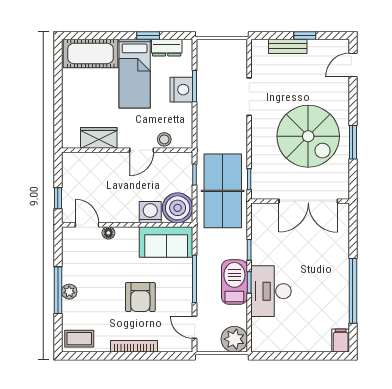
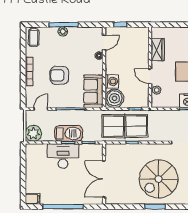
wall: (300, 201) -> (104, 174), moved
double door: (308, 201) -> (104, 179), moved

